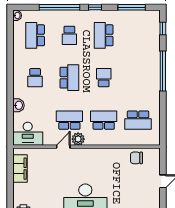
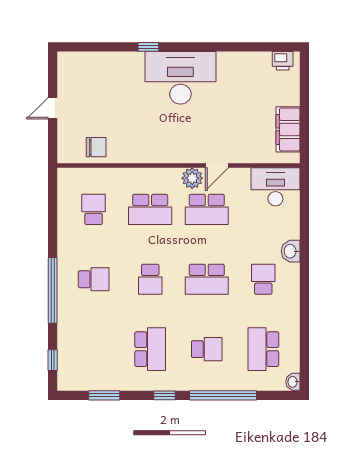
window: (132, 7) -> (104, 395), width x0.69
school desk: (35, 35) -> (263, 349), turned 180
school desk: (69, 35) -> (207, 349), turned 90
school desk: (69, 78) -> (207, 279), turned -90
school desk: (138, 78) -> (94, 279), added
washbasin: (18, 105) -> (291, 251), moved
school desk: (138, 120) -> (94, 209), width x0.54

